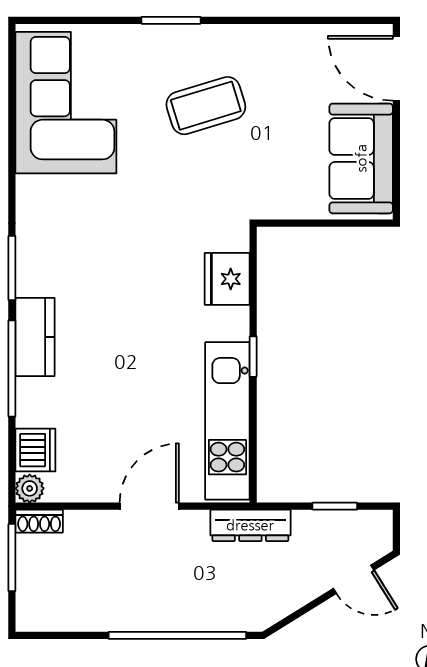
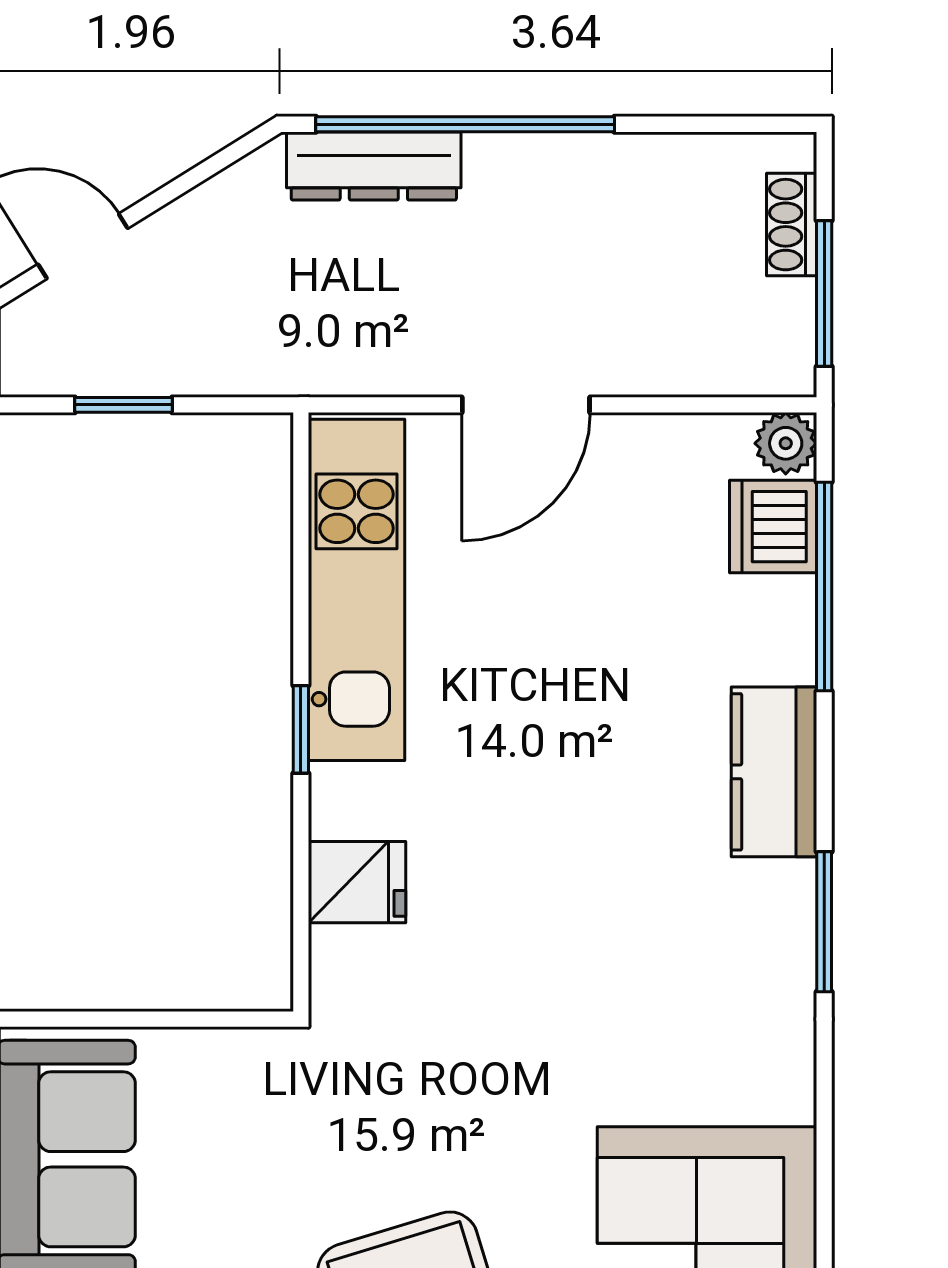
fridge: (227, 279) -> (357, 882), width x0.72
window: (12, 368) -> (824, 586), moved
shoe rack: (39, 521) -> (792, 225), moved, turned -90
dresser: (250, 525) -> (374, 166), moved, turned 180

